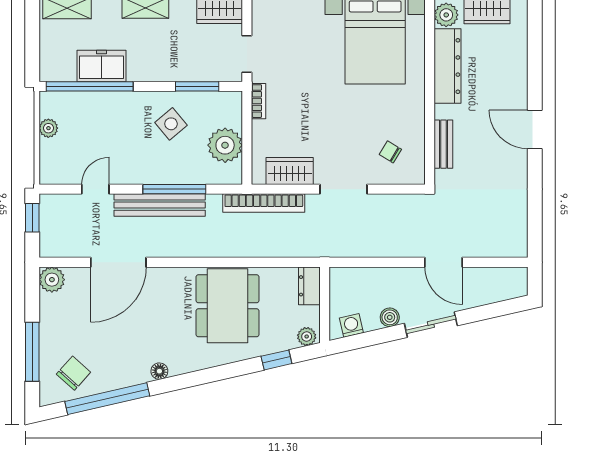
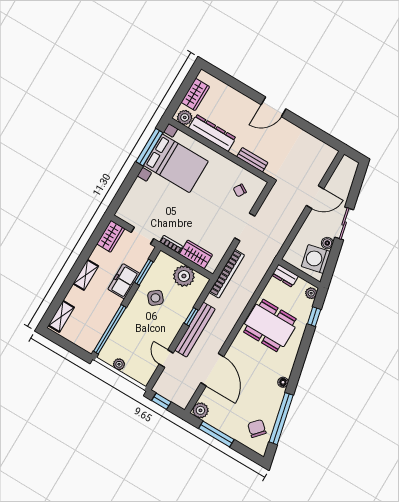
freezer: (101, 66) -> (124, 281), moved
wardrobe: (290, 171) -> (196, 254), moved, turned 90
window: (174, 189) -> (191, 317), width x0.46
washing machine: (351, 325) -> (316, 259), width x1.89, depth x1.89
window: (32, 352) -> (216, 434), moved

